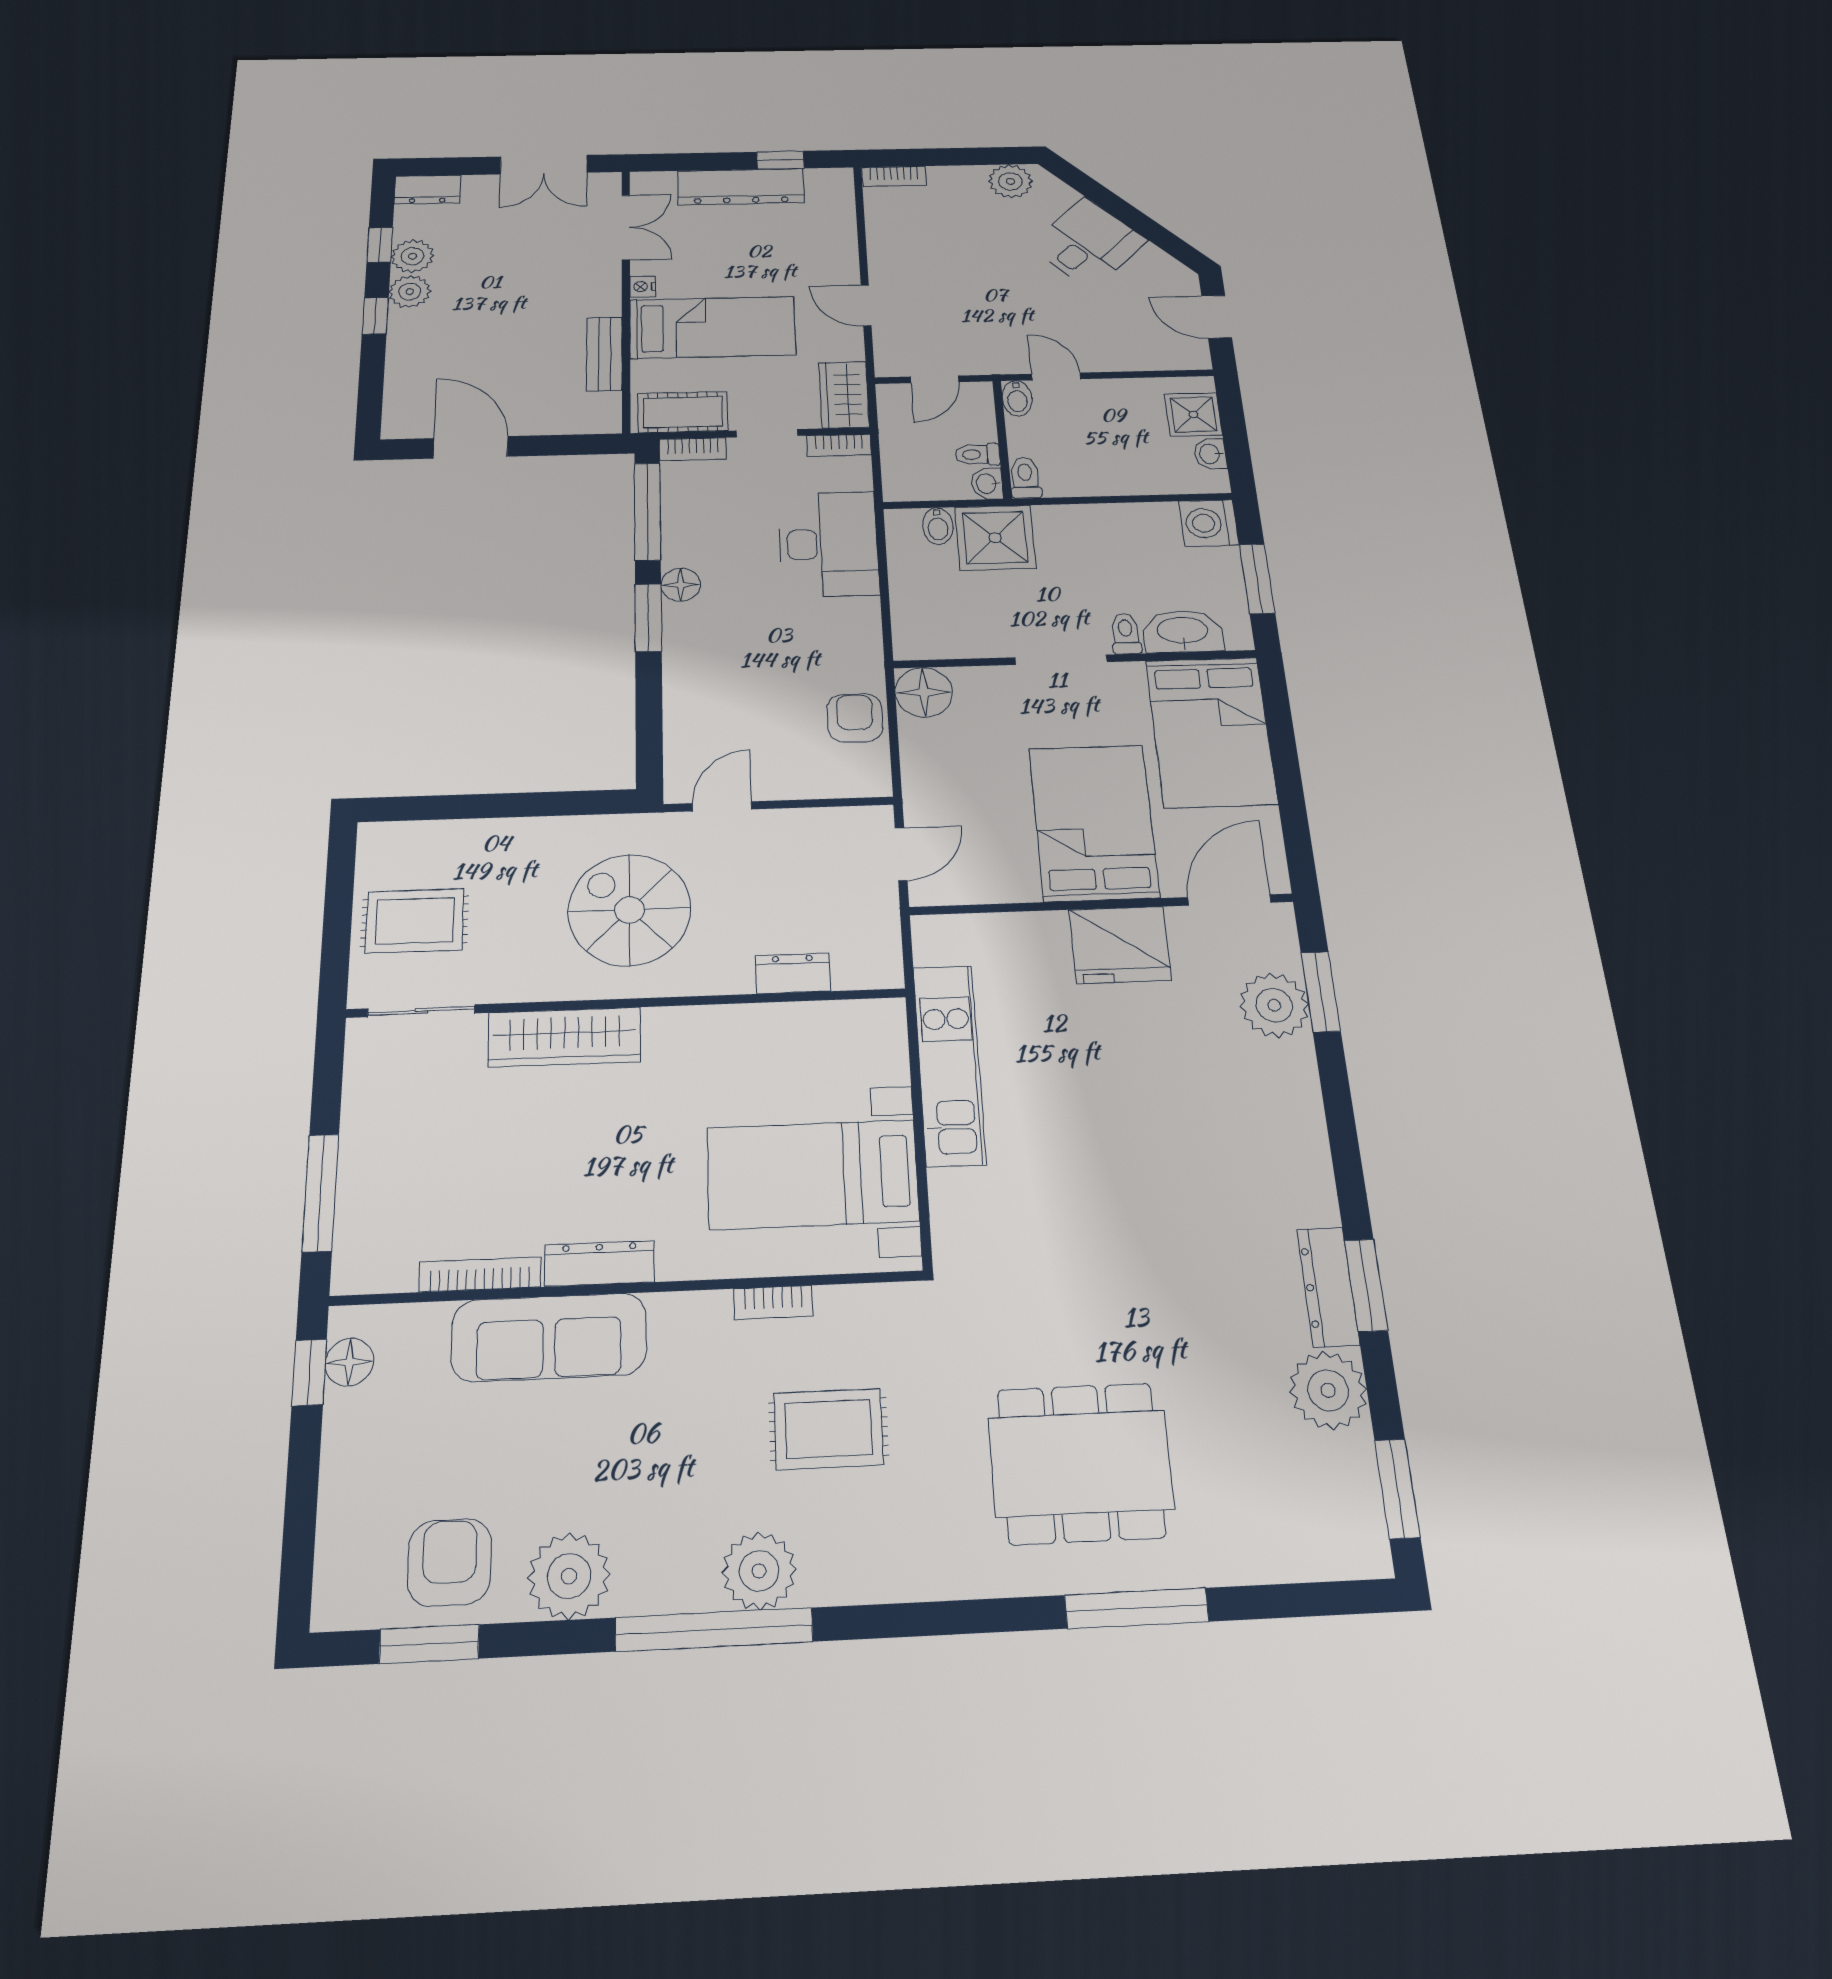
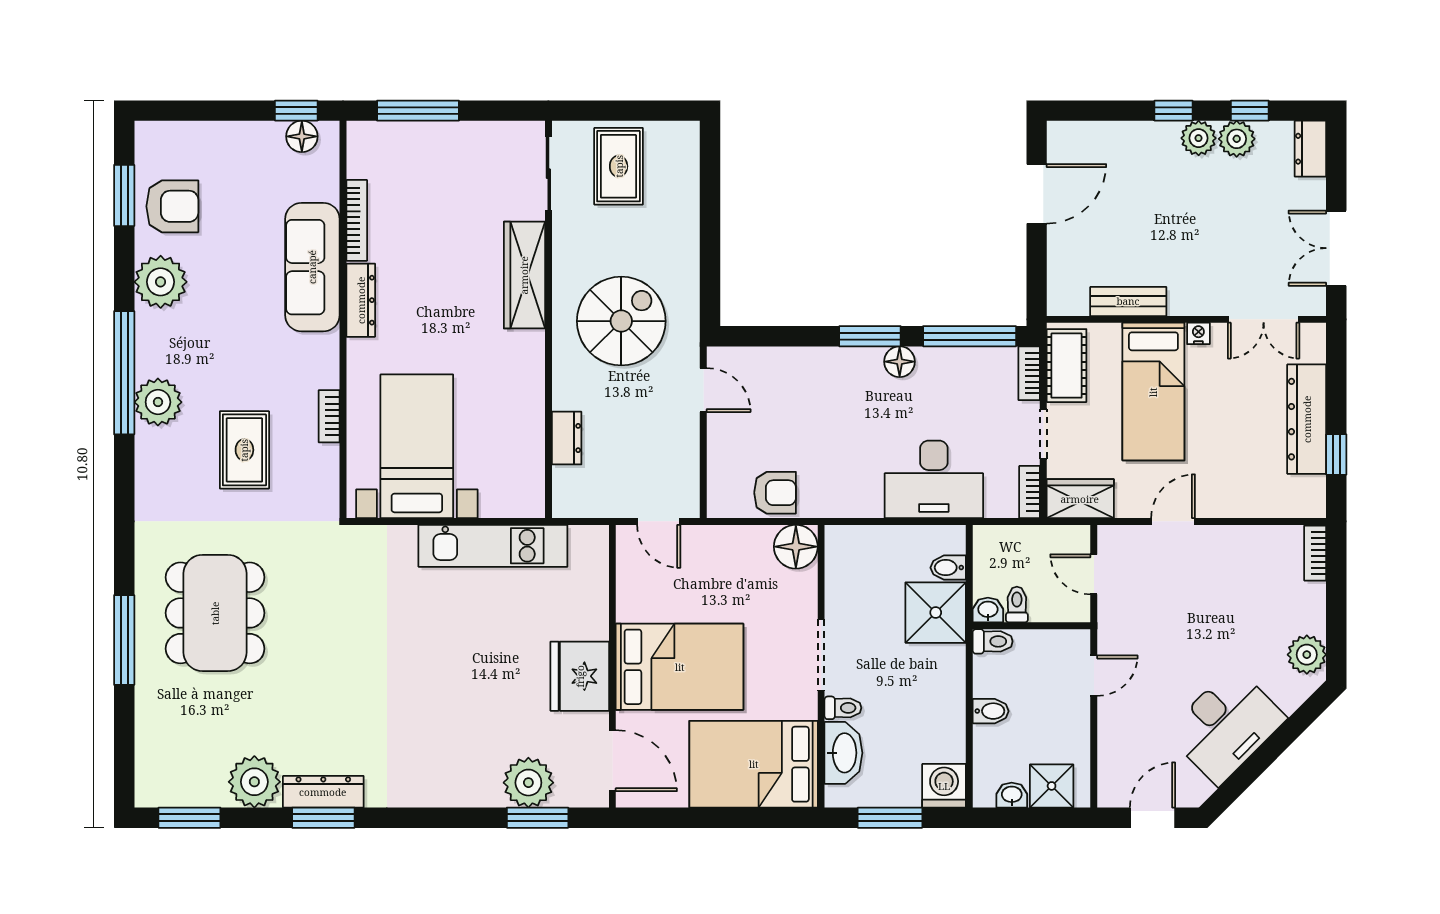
desk: (1088, 243) -> (1226, 726), width x1.37
bidet: (1017, 398) -> (991, 711), moved, turned 180

